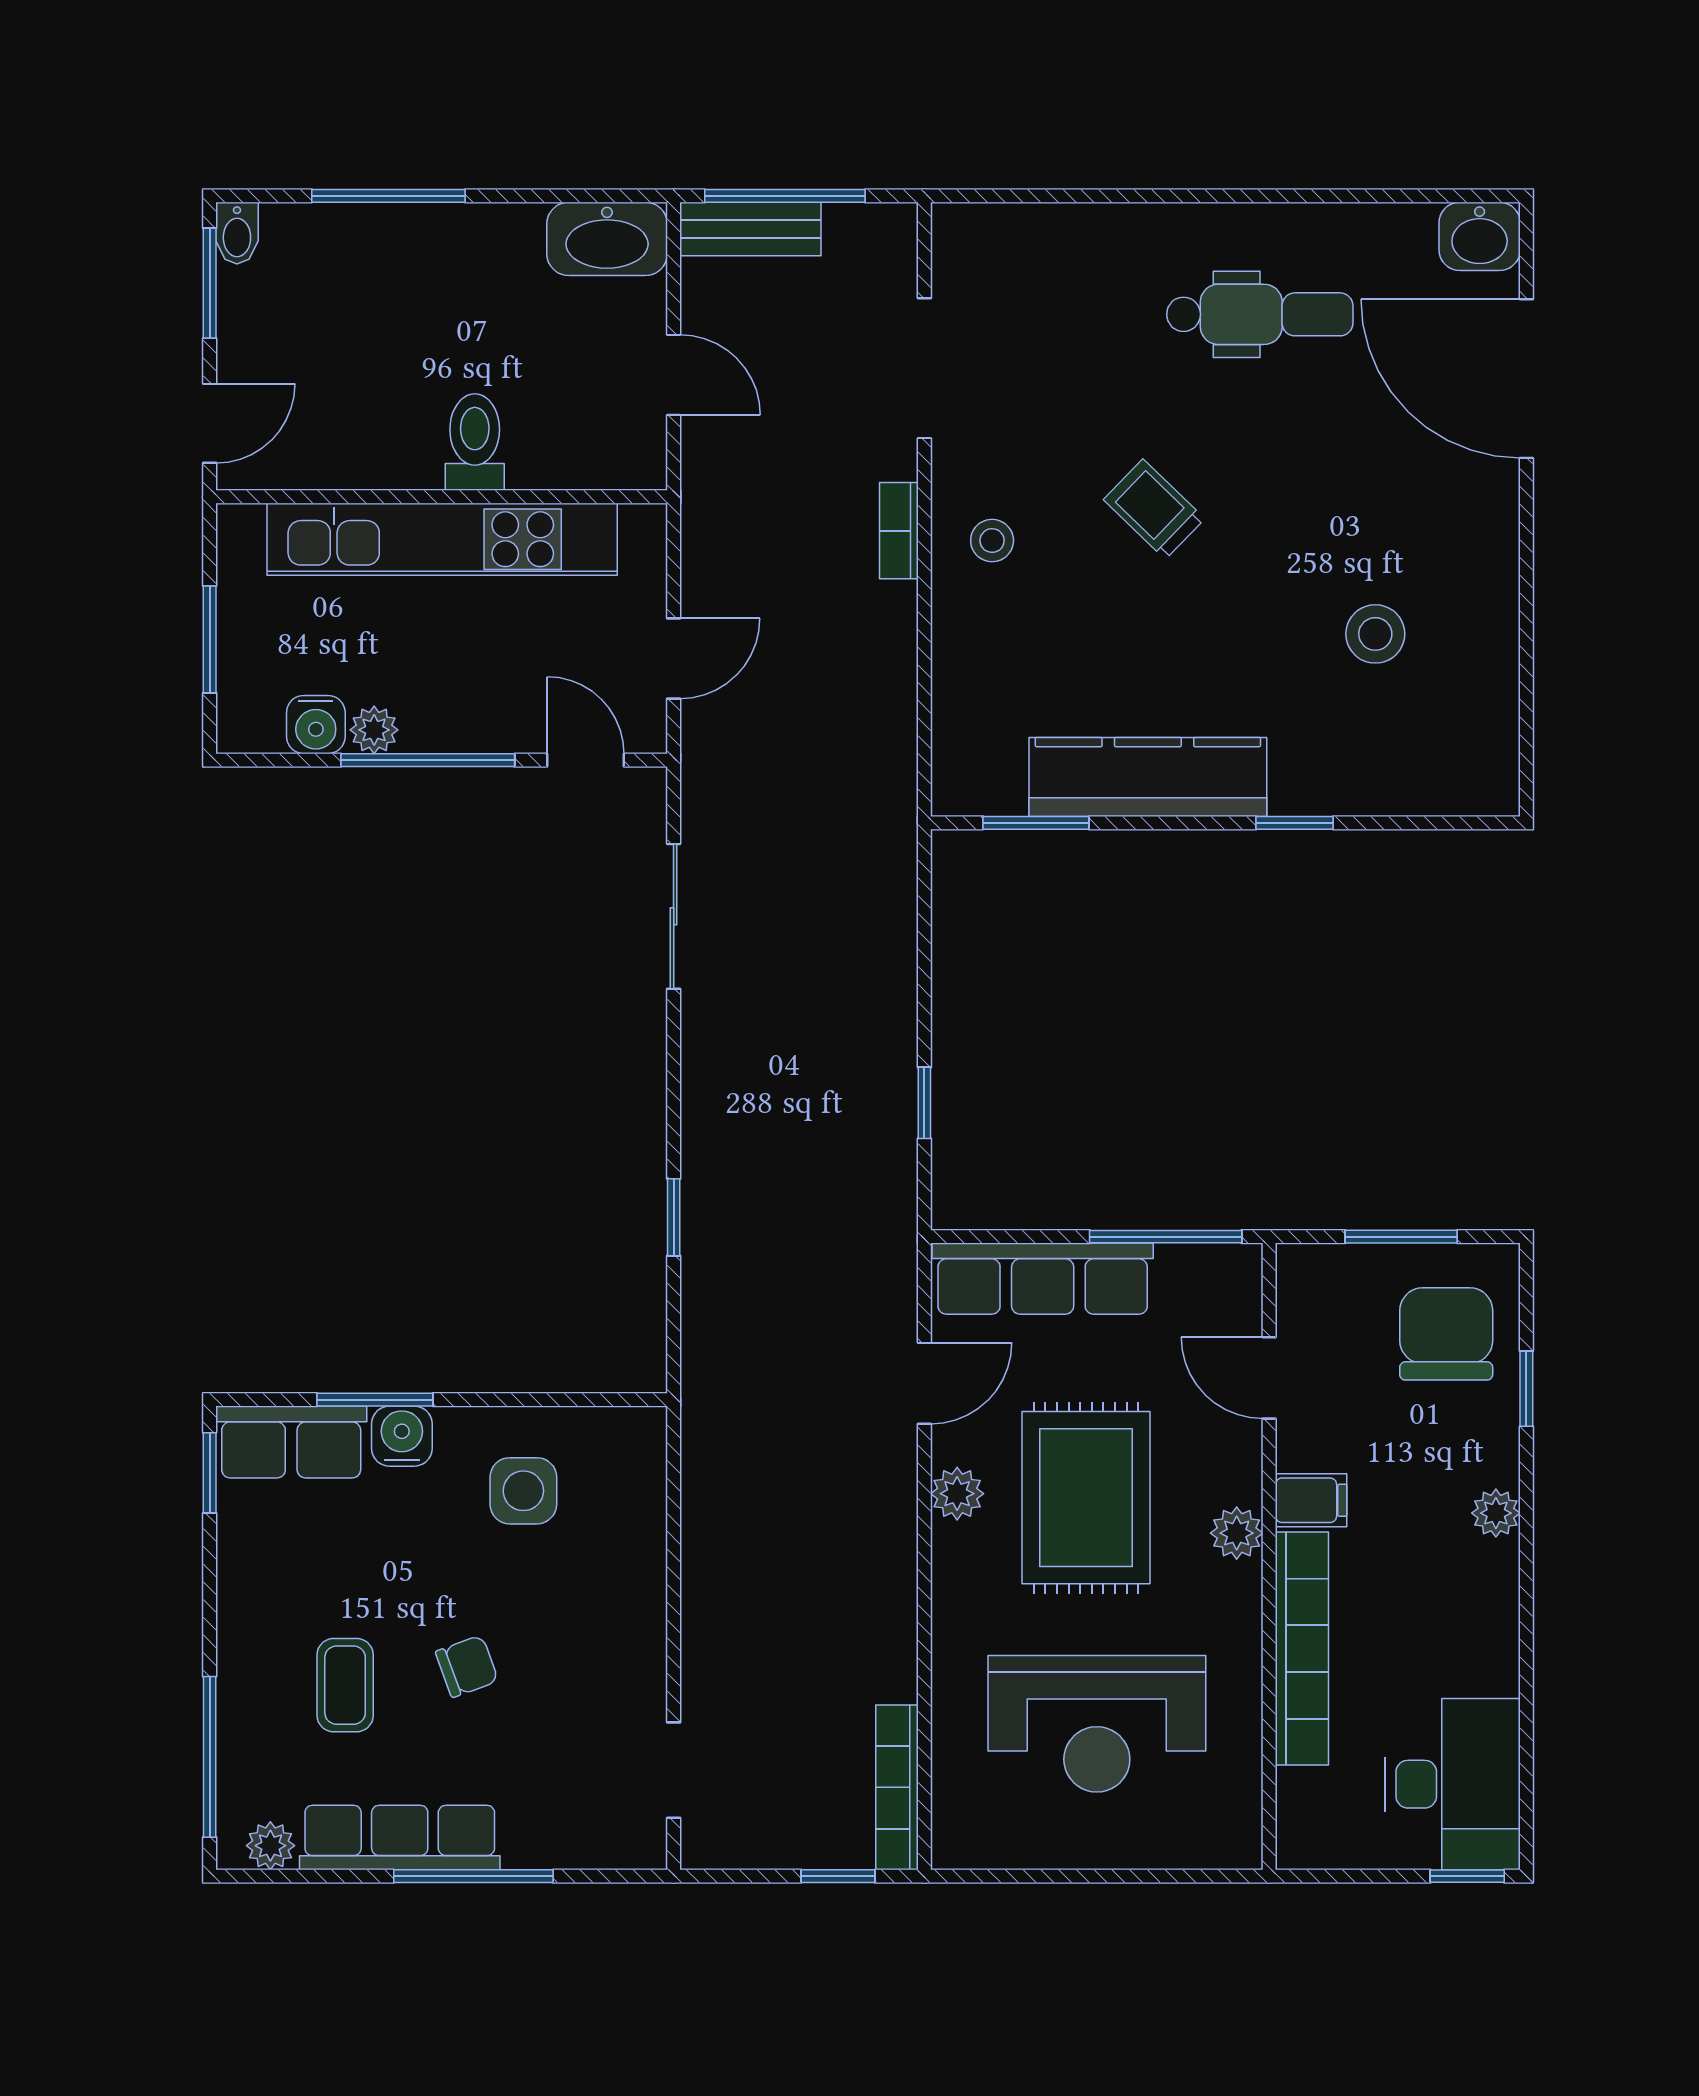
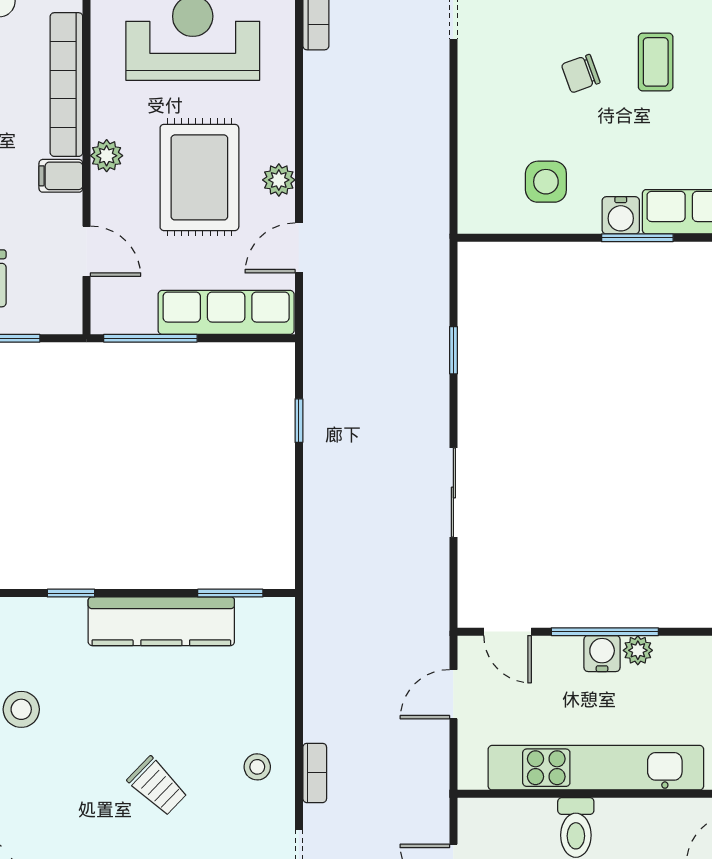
water cooler: (316, 725) -> (602, 654), moved
sliding door: (674, 916) -> (453, 493), moved

